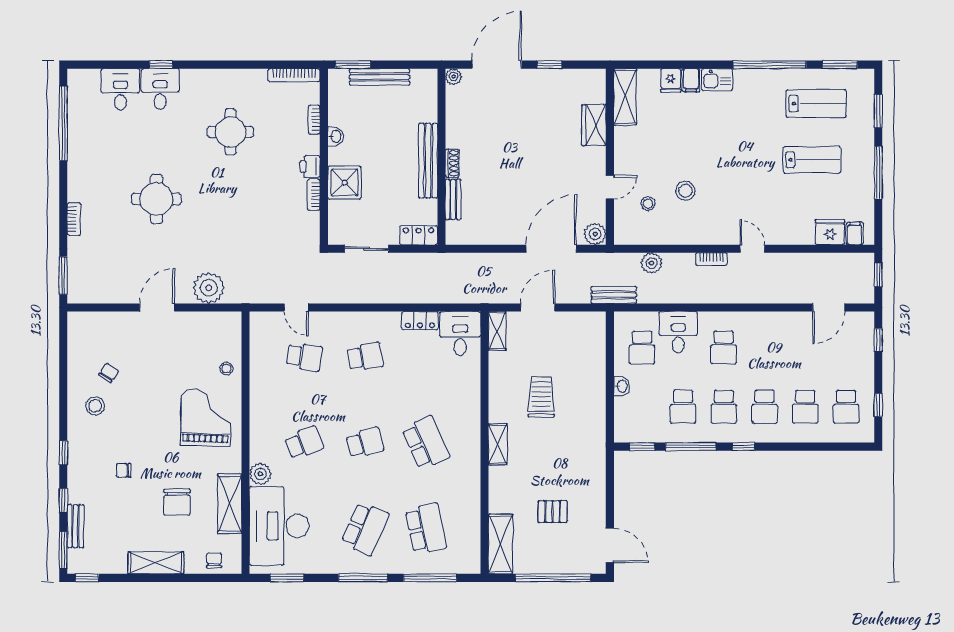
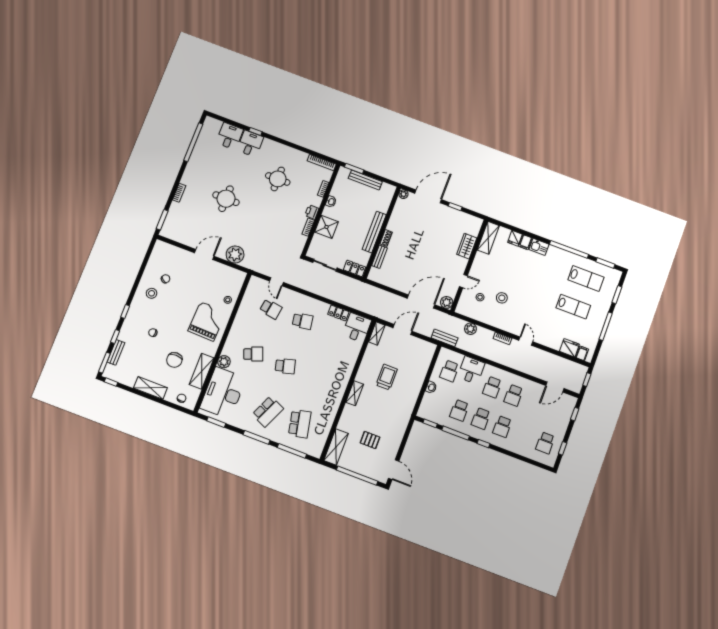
school desk: (805, 407) -> (514, 395), moved
school desk: (426, 443) -> (317, 378), removed

